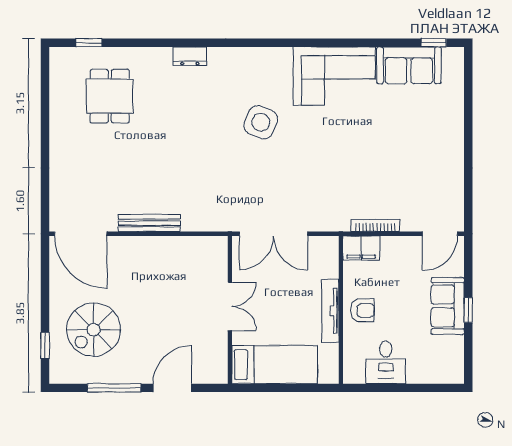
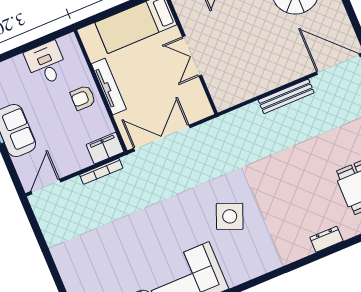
dresser: (190, 56) -> (326, 239), moved
double door: (274, 234) -> (162, 138), moved

